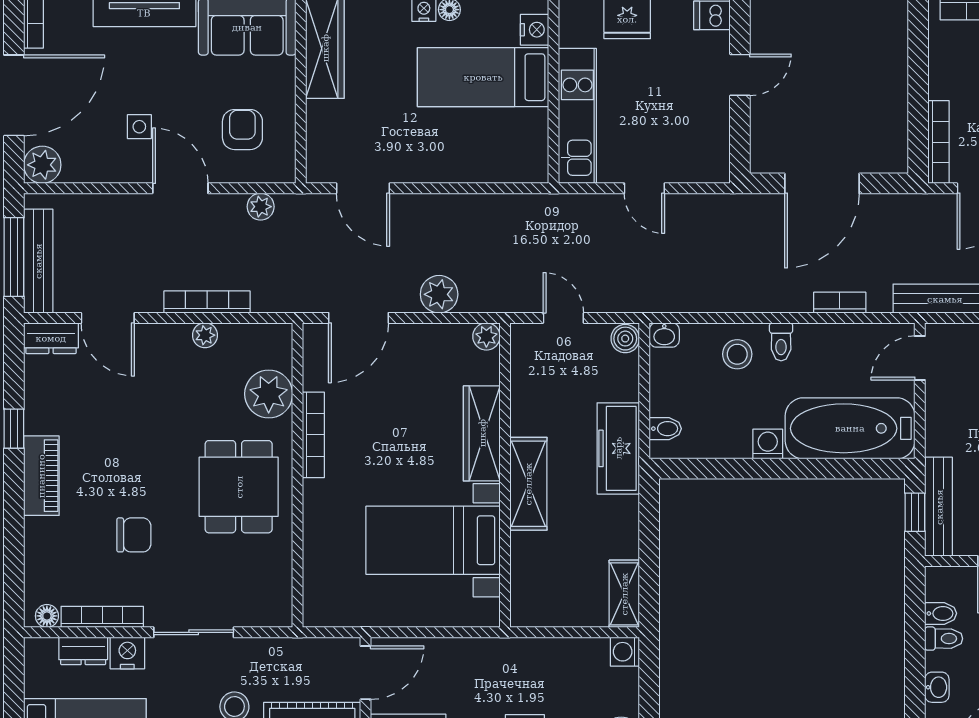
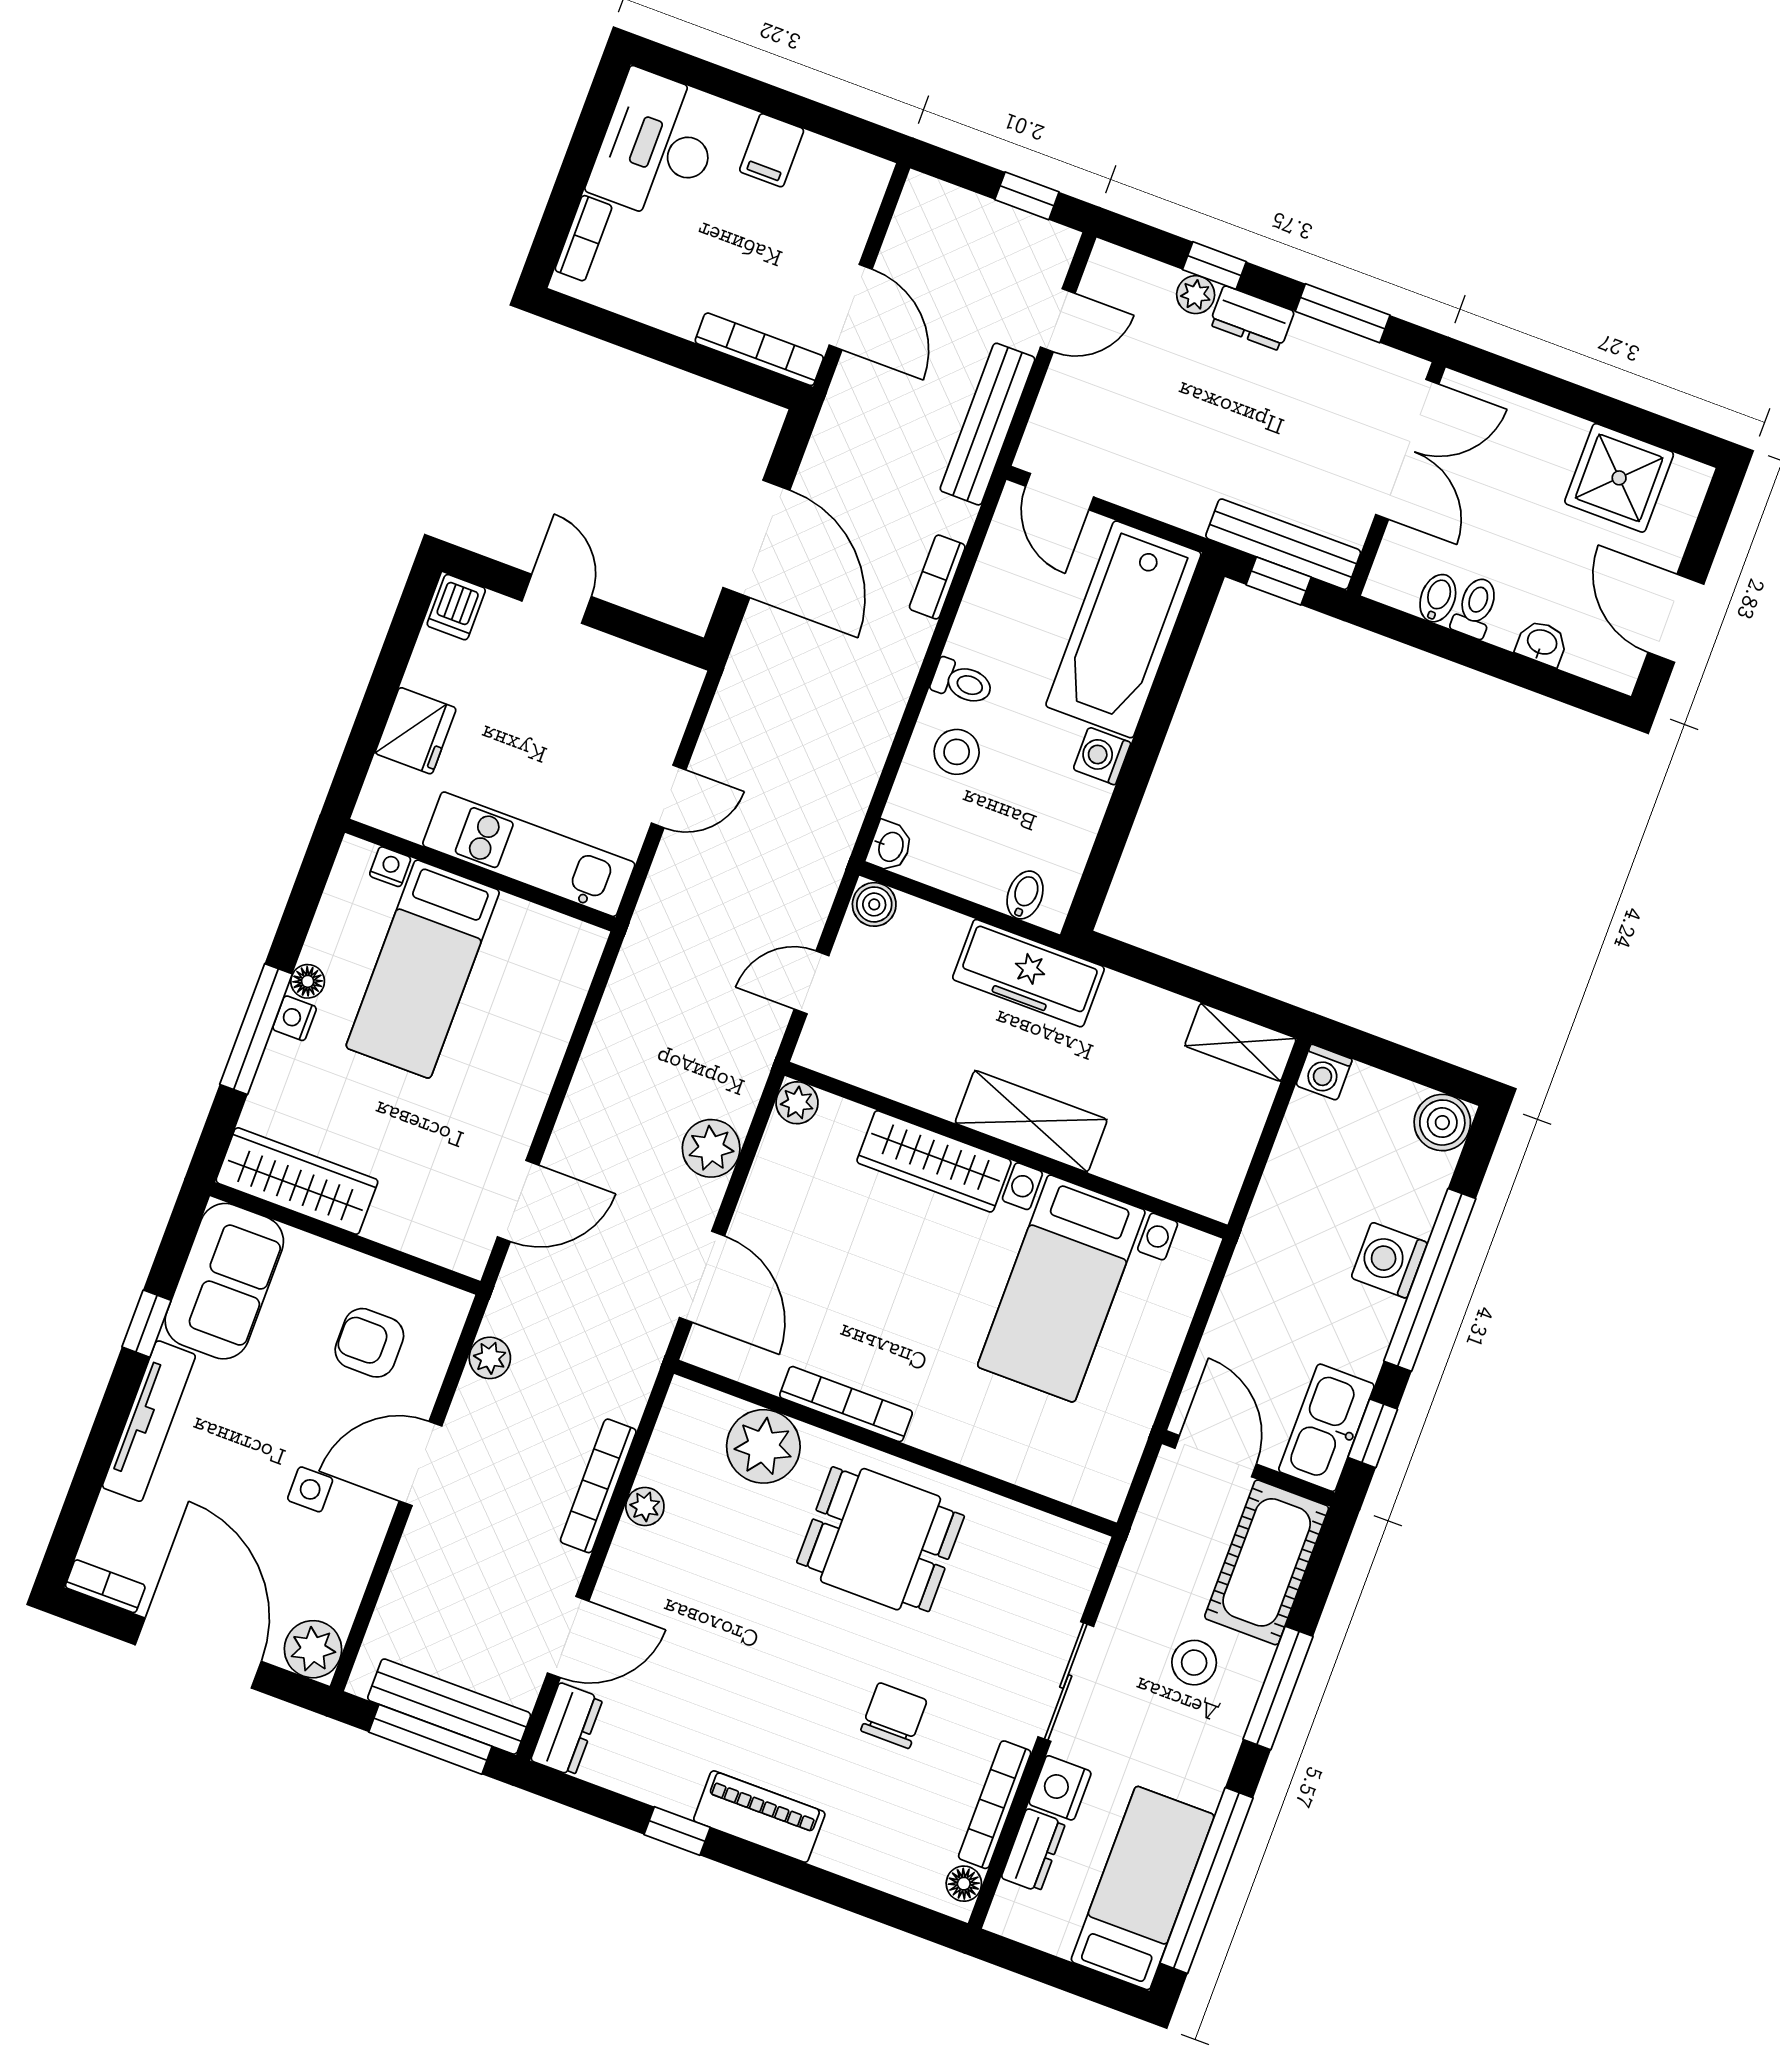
nightstand: (535, 30) -> (390, 867), width x0.72, depth x0.74

